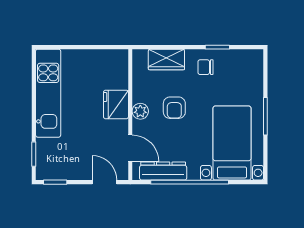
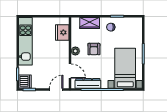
fridge: (116, 104) -> (62, 32), moved
dishwasher: (47, 167) -> (25, 81), added
door: (105, 182) -> (56, 89), hinge flipped

